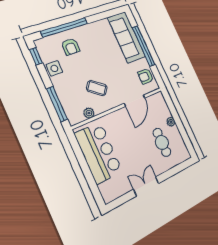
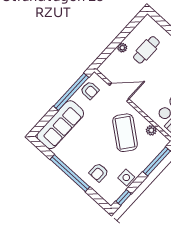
window: (64, 27) -> (70, 173), moved
window: (144, 46) -> (71, 92), moved
armchair: (71, 47) -> (99, 172), turned 180
coffee table: (97, 88) -> (125, 133), width x1.86, depth x1.72

